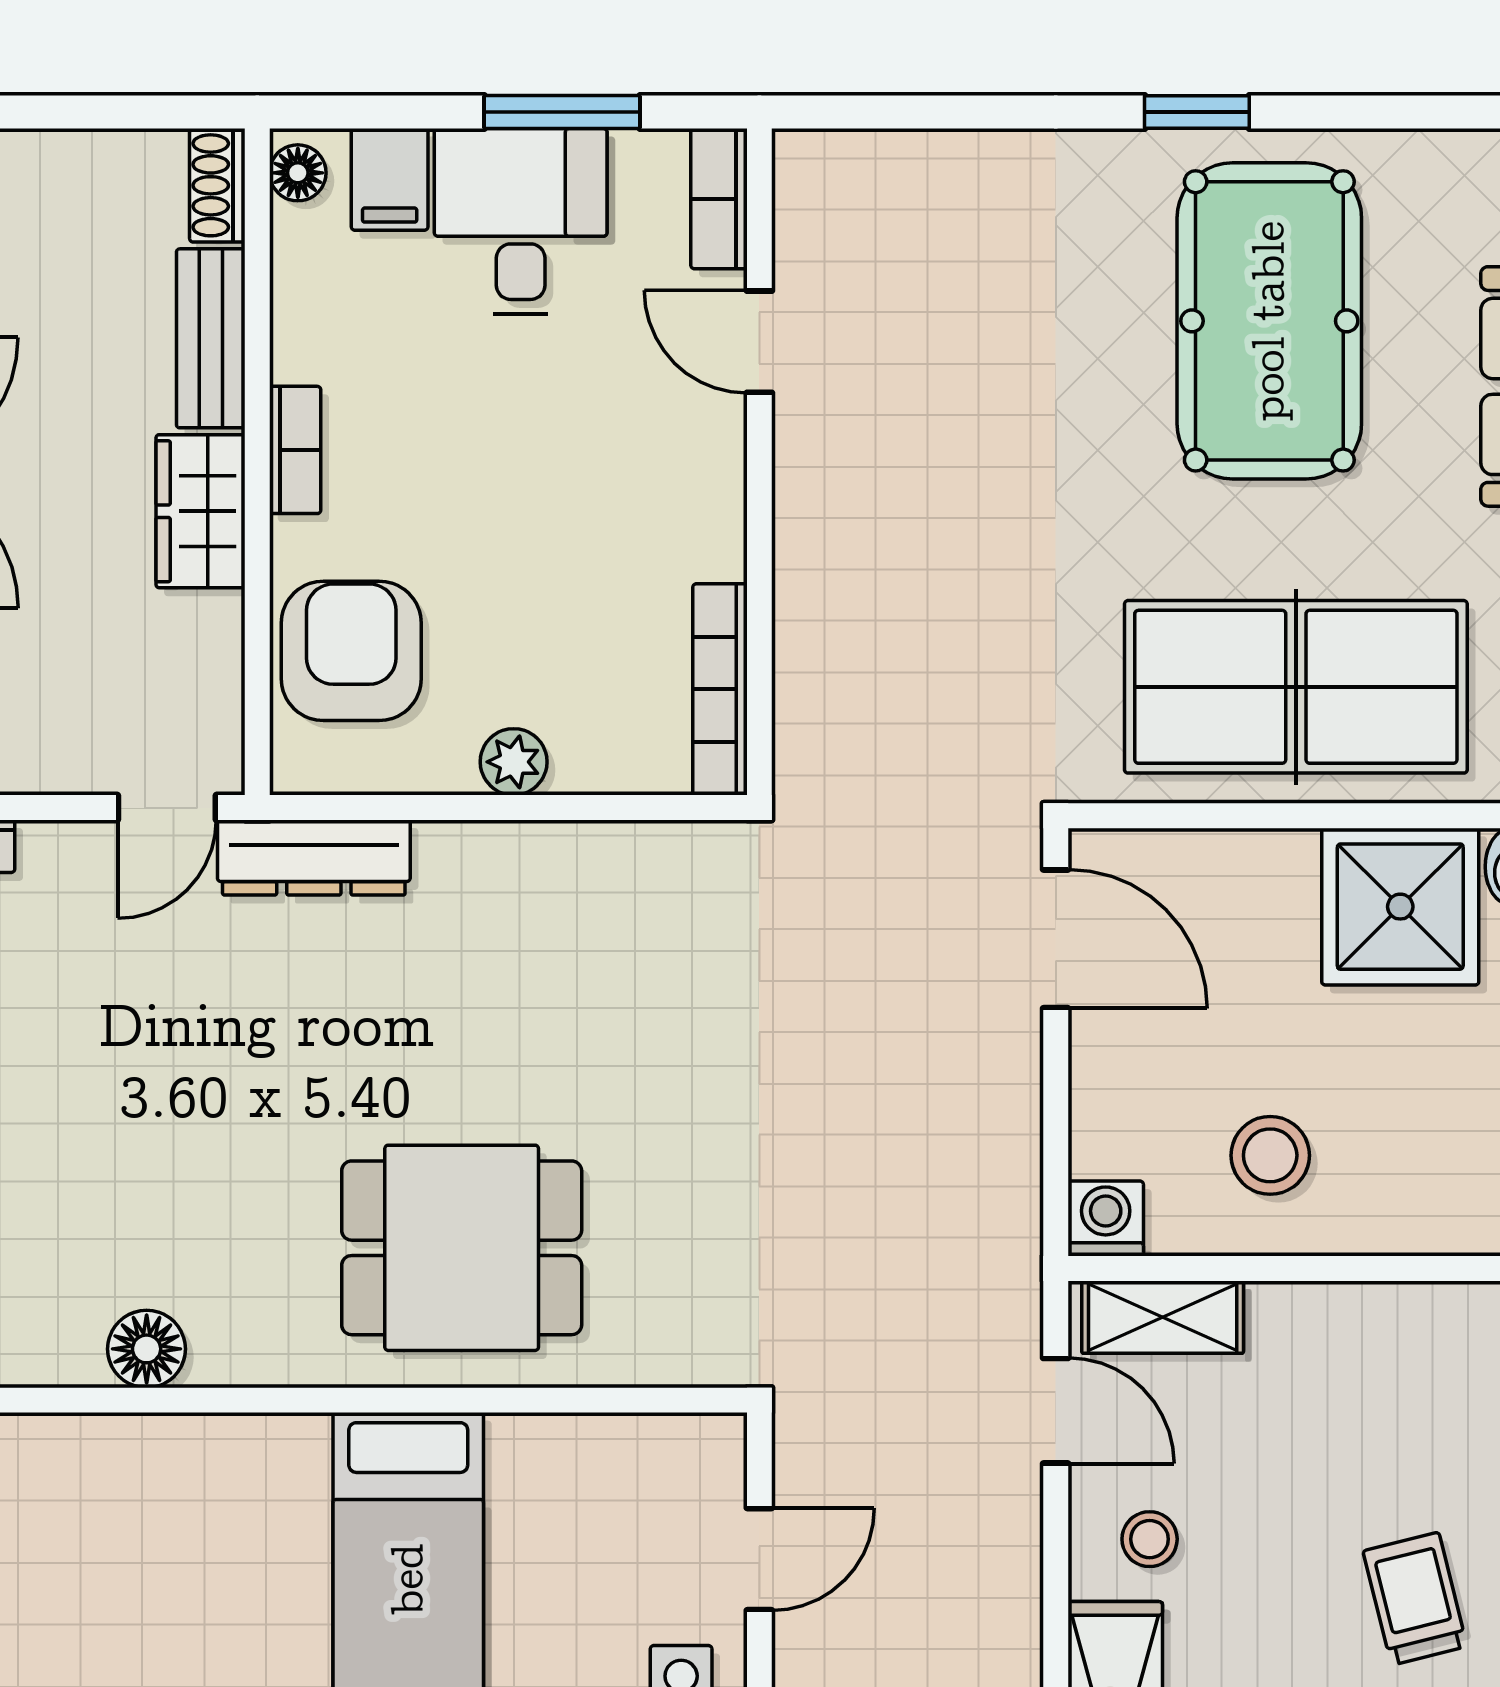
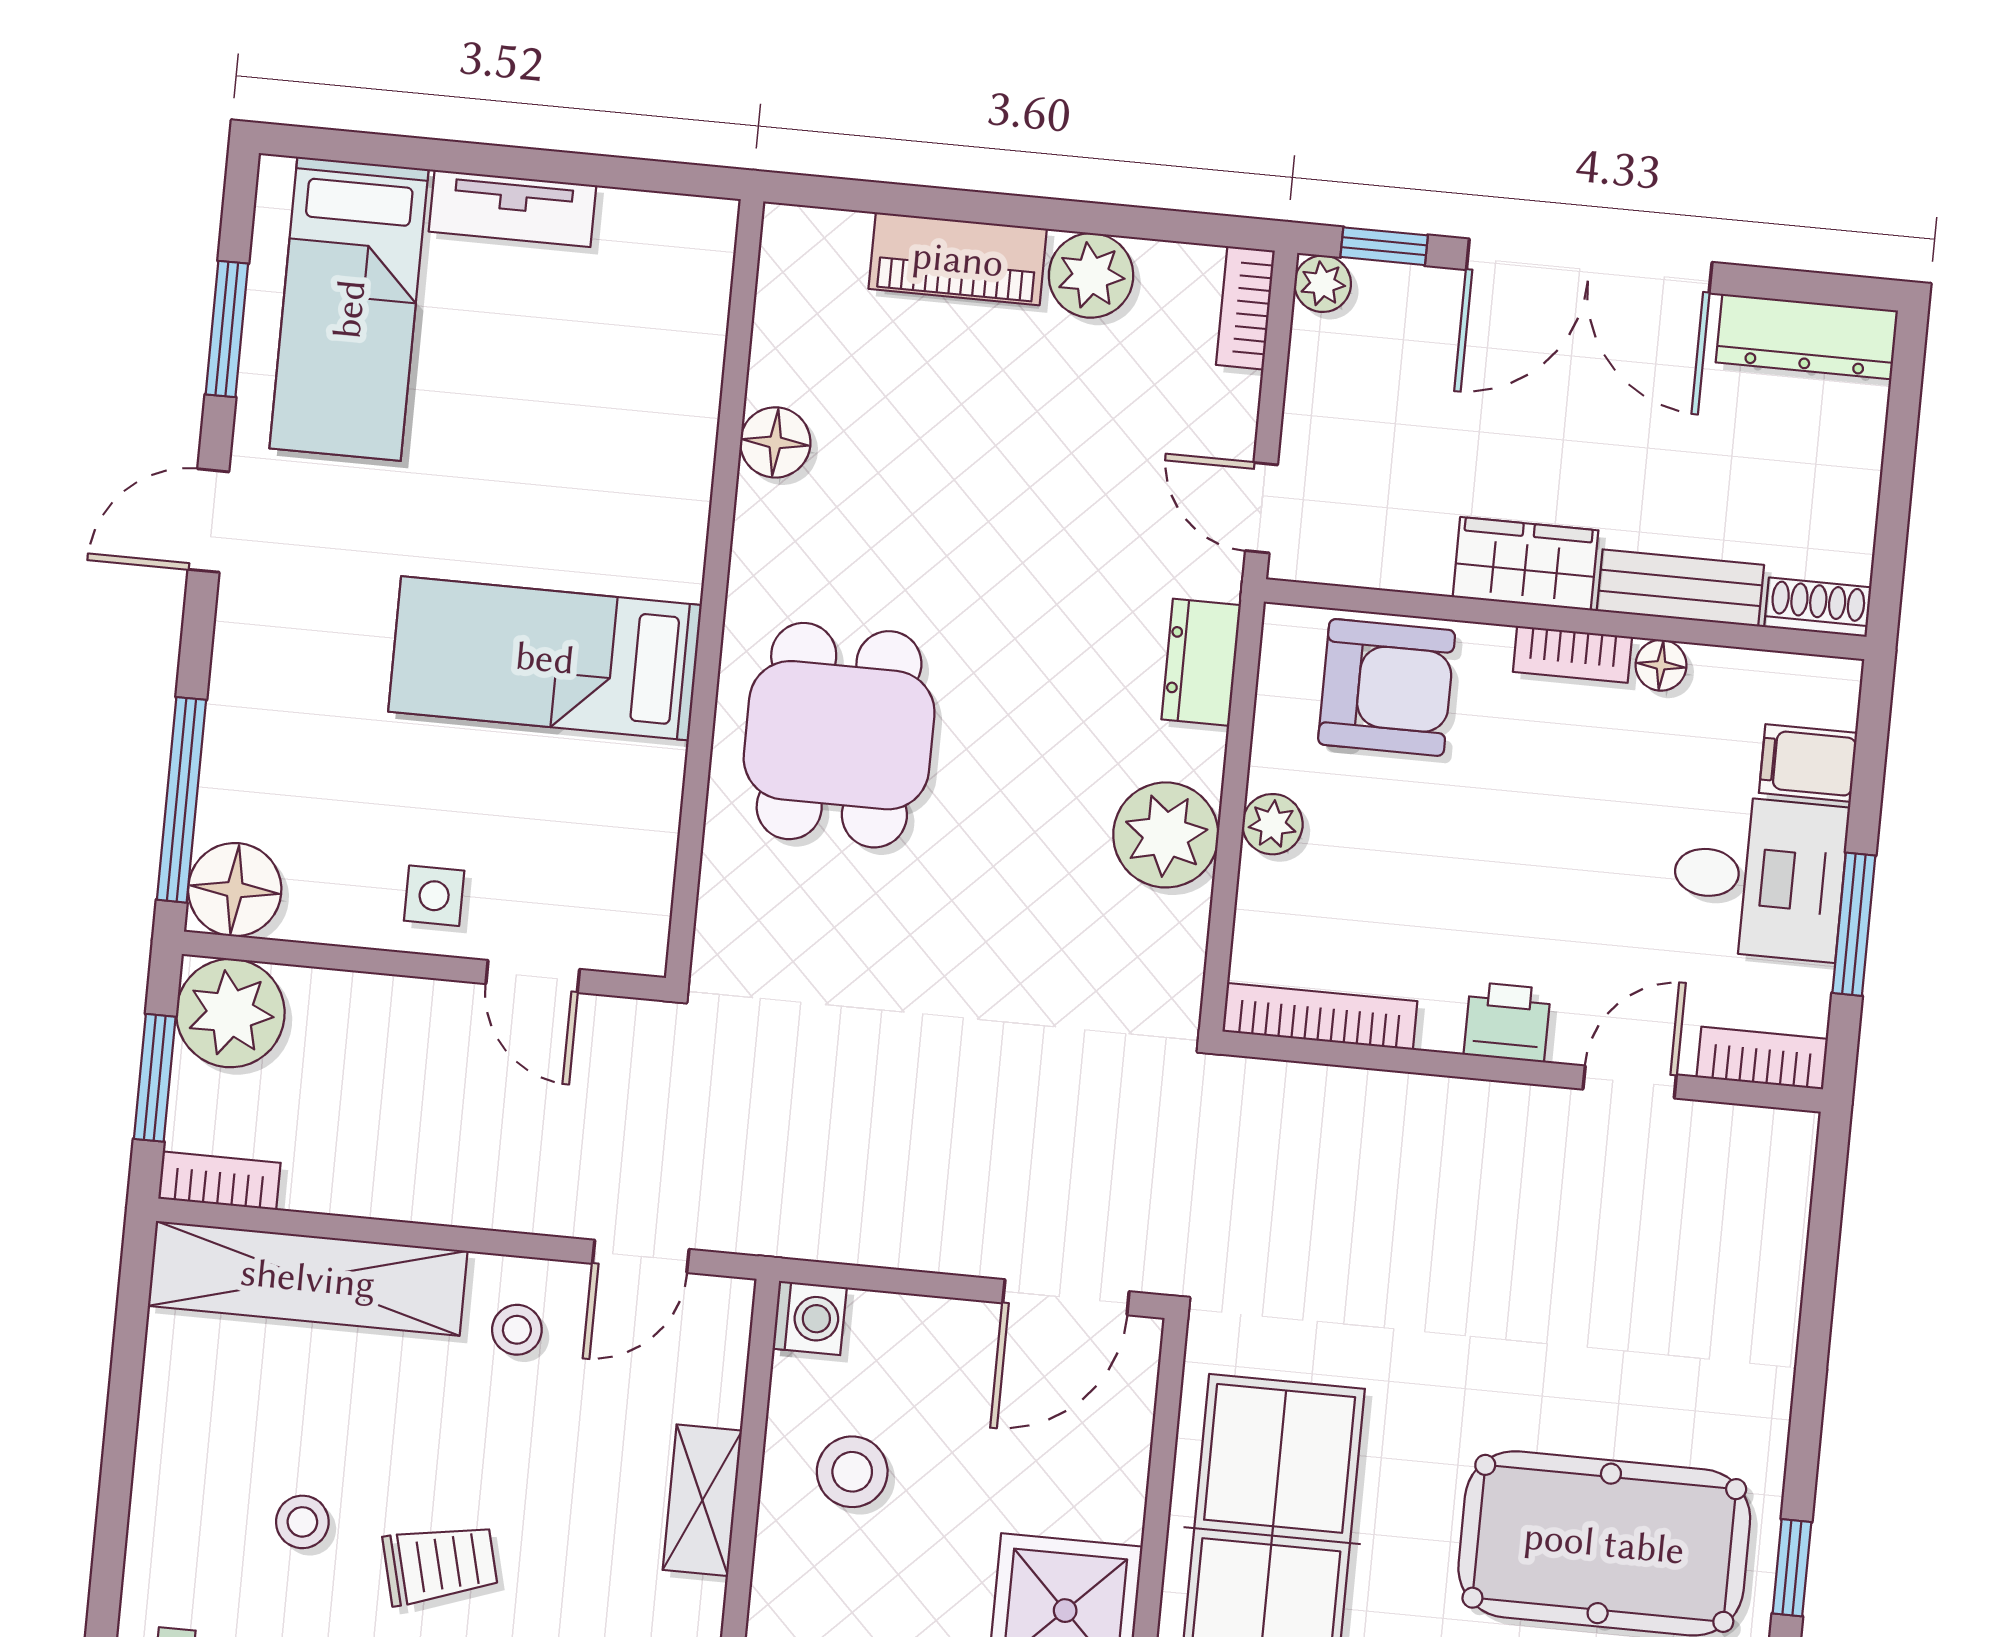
window: (1197, 112) -> (1792, 1568), moved
floor lamp: (298, 173) -> (1661, 665), moved
printer: (706, 483) -> (1507, 1022), added
dresser: (314, 858) -> (1201, 662), width x0.70
plant: (537, 878) -> (1166, 835), added
shelving: (1163, 1317) -> (702, 1500), moved

